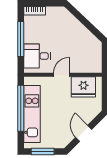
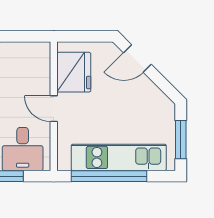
door: (84, 133) -> (137, 59), moved

